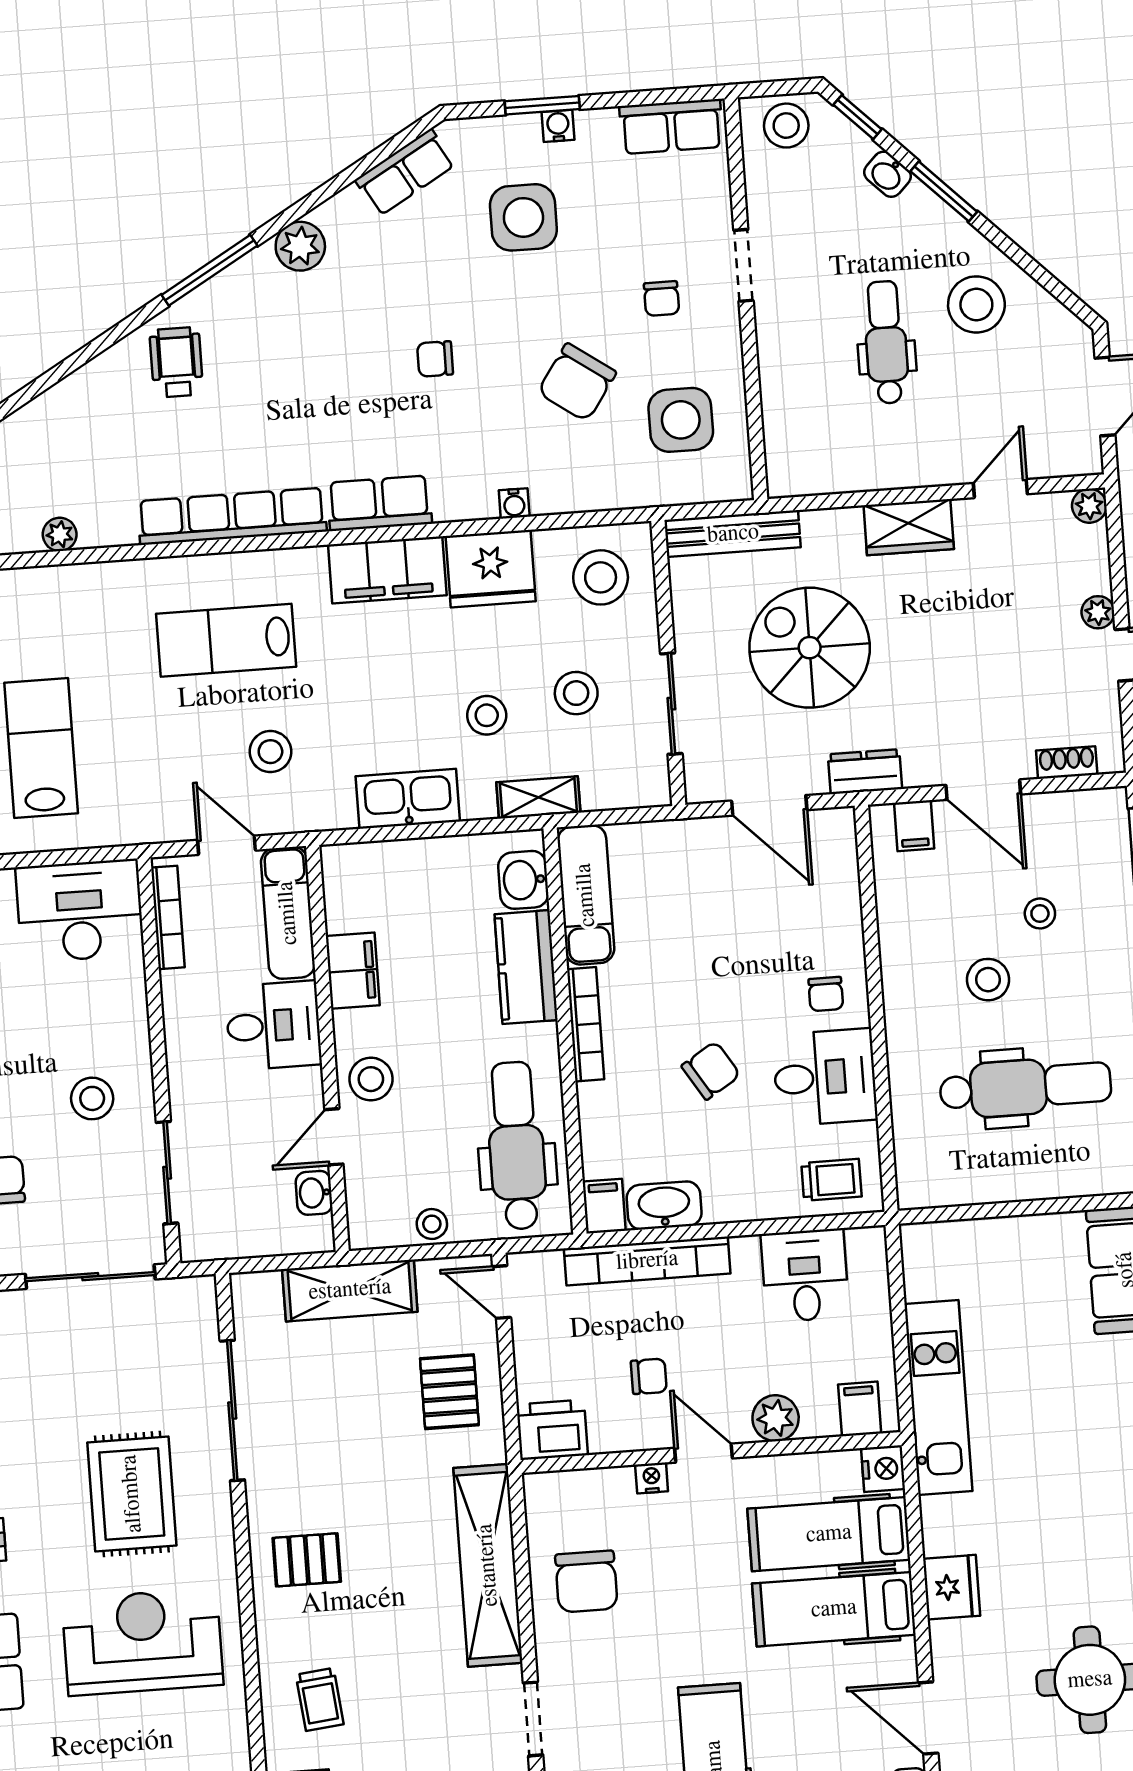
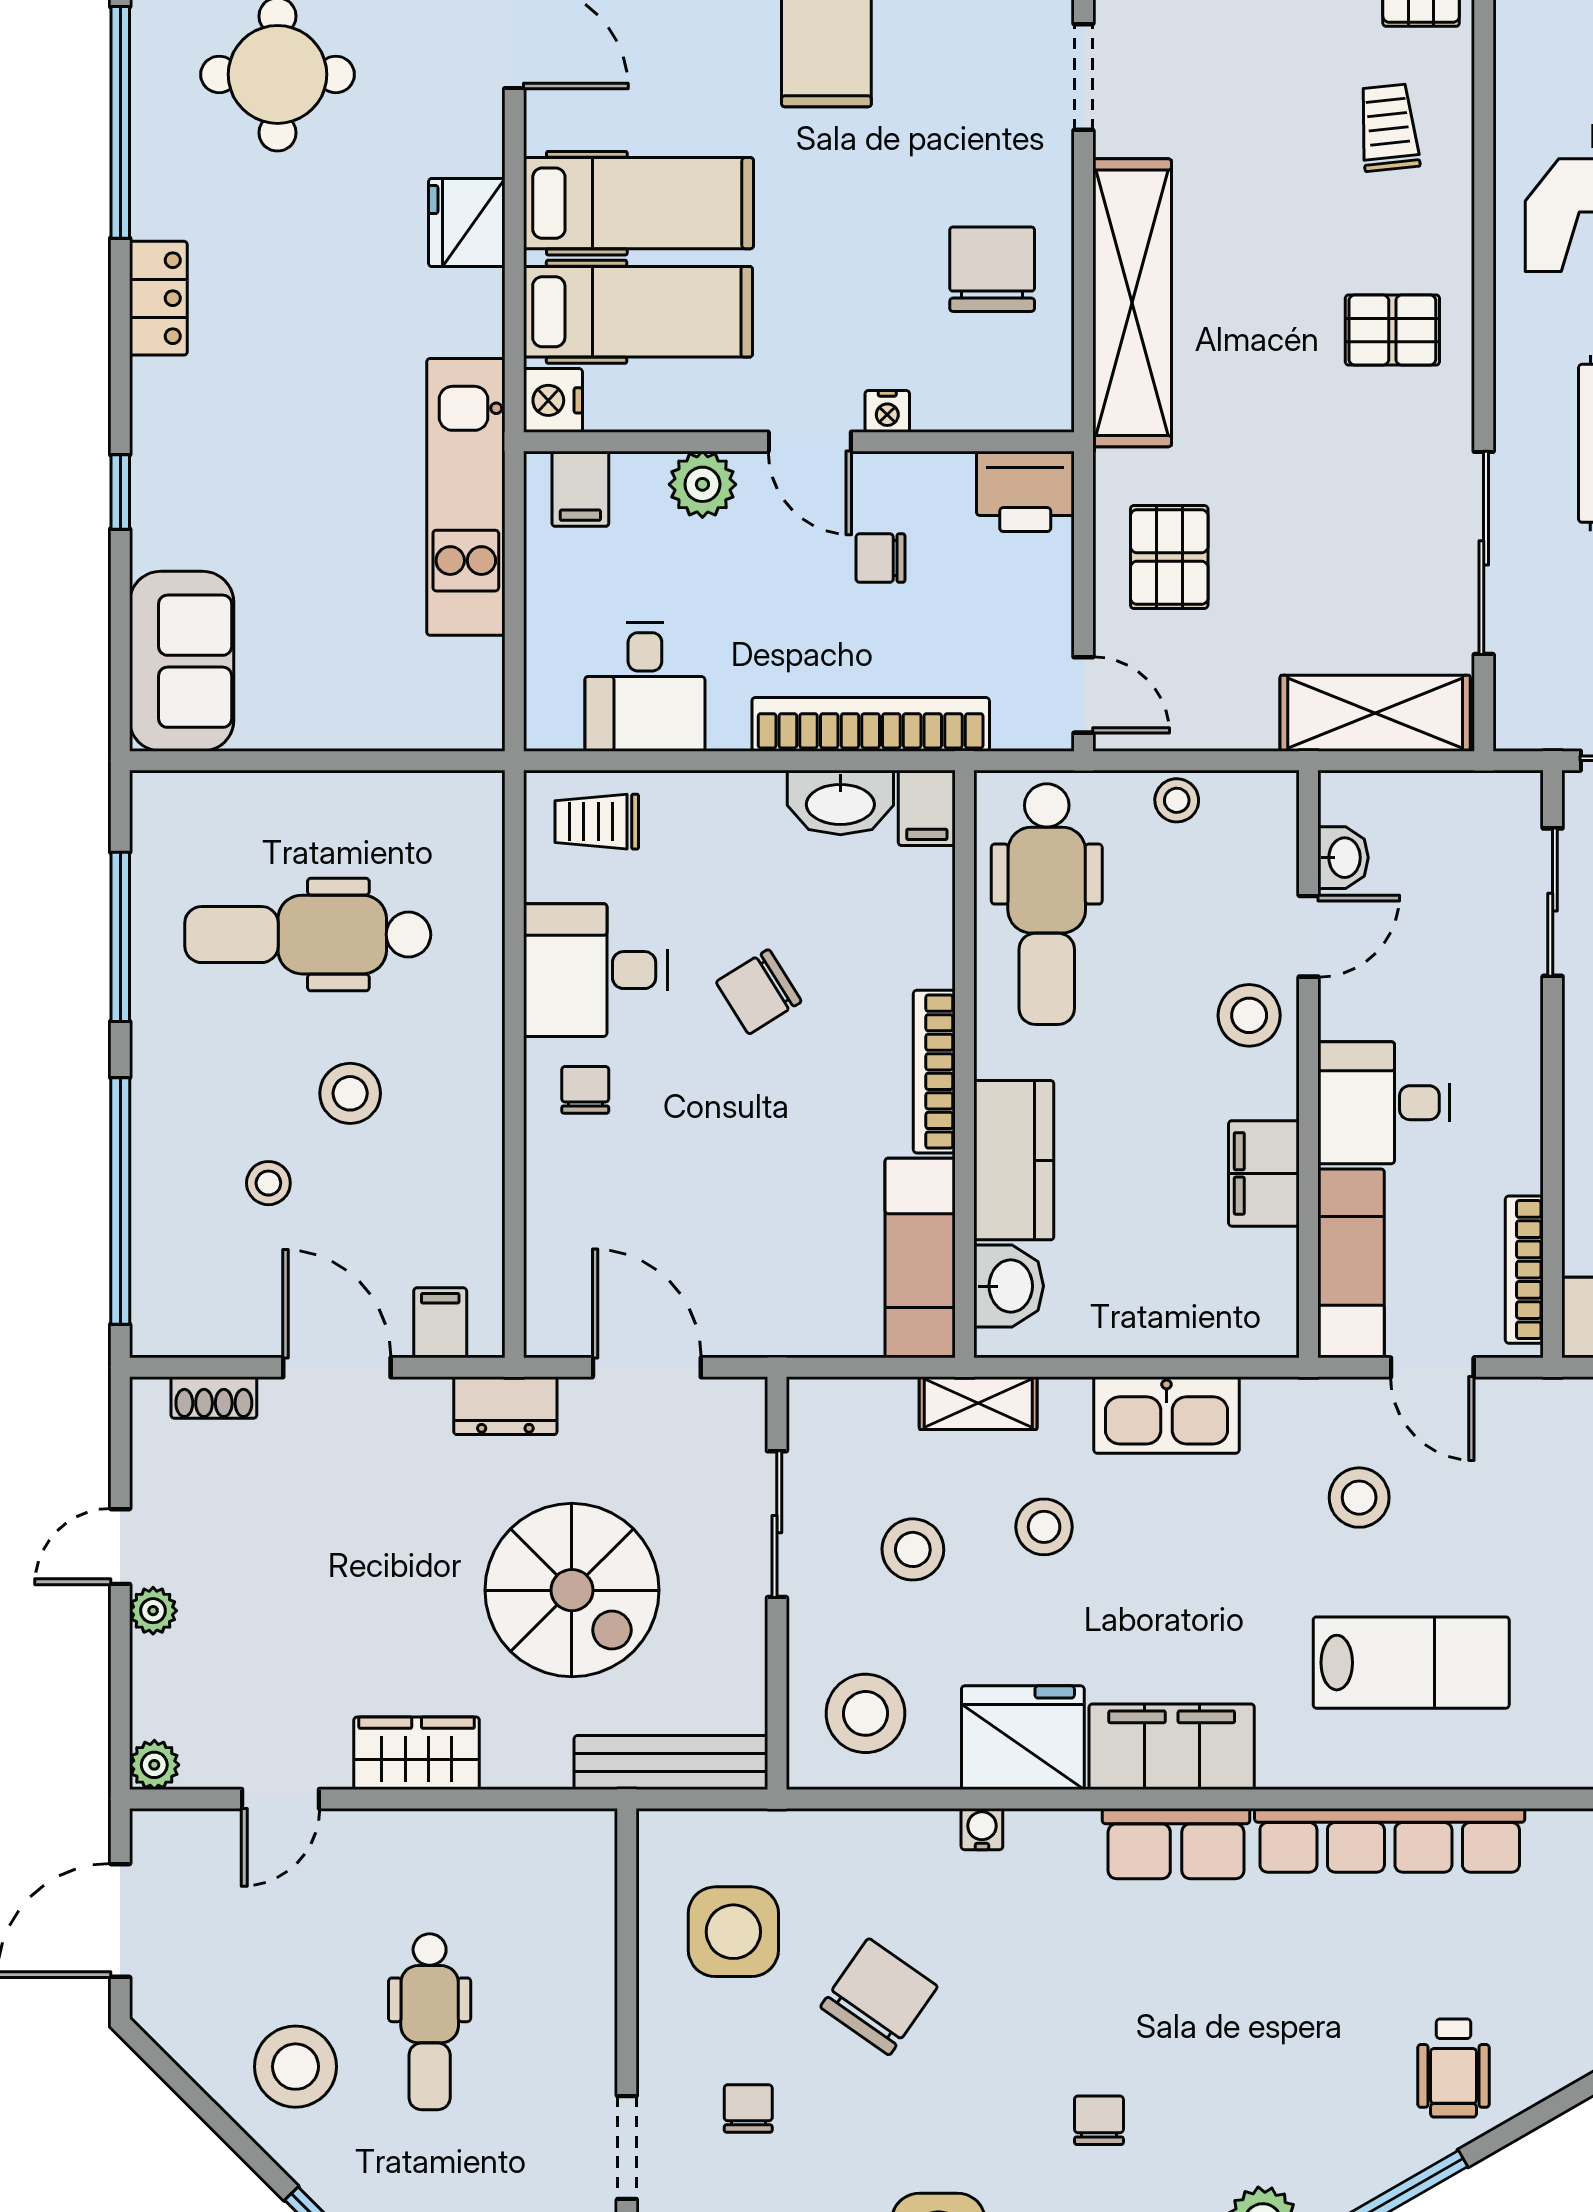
chair: (435, 359) -> (1099, 2120), moved, turned -90
shelving: (350, 1290) -> (1375, 713), moved

